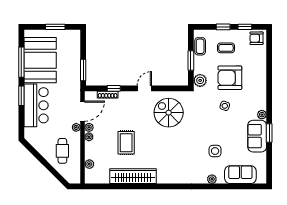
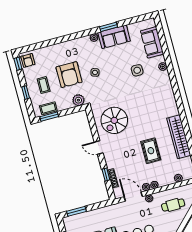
window: (245, 27) -> (18, 64), moved
window: (191, 61) -> (49, 117), moved
window: (83, 70) -> (76, 211), moved
rug: (126, 143) -> (151, 151), turned 90

